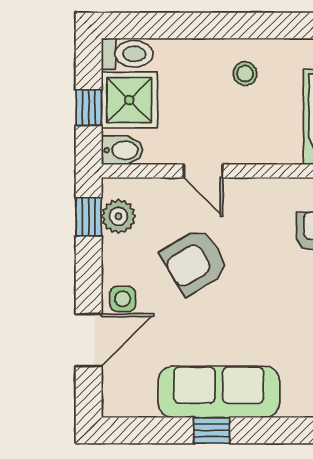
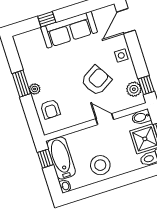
stool: (245, 74) -> (100, 165), width x1.89, depth x1.89
door: (89, 340) -> (126, 21), moved
window: (212, 430) -> (47, 19), moved

